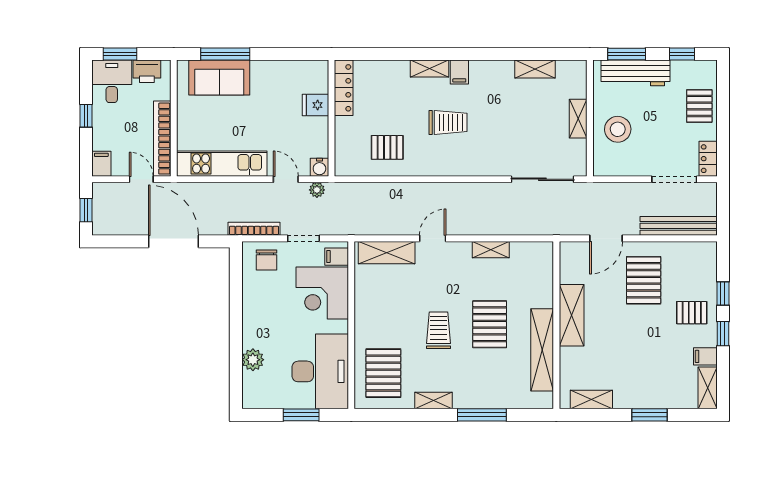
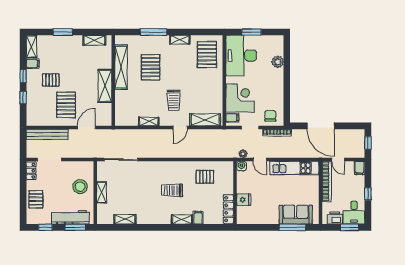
filing cabinet: (459, 72) -> (198, 218), moved
pallet: (692, 313) -> (51, 80), moved
pallet: (490, 324) -> (151, 67), moved
trolley: (439, 330) -> (174, 100), moved

